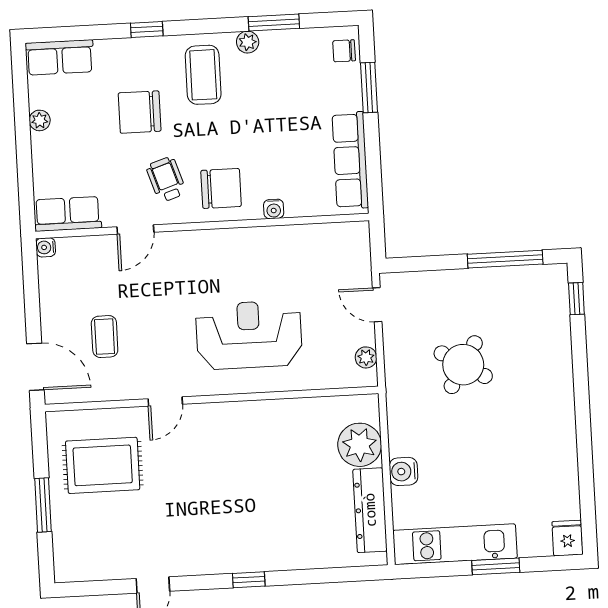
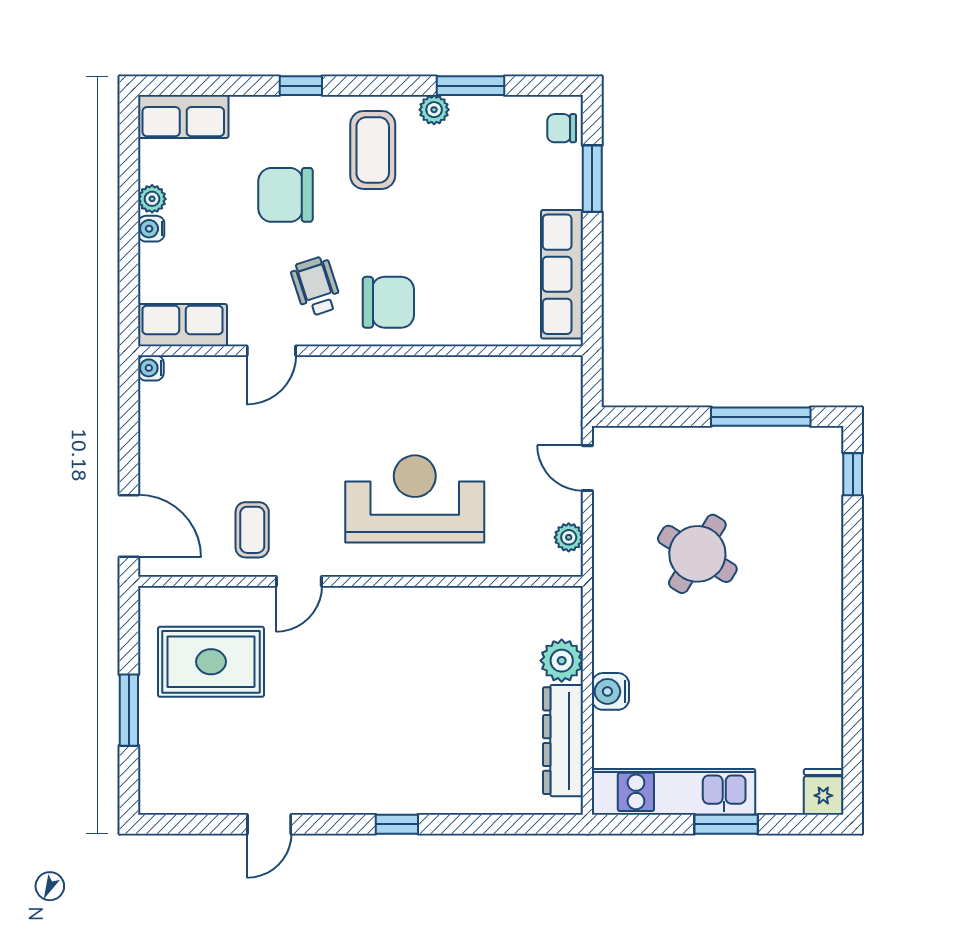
water cooler: (274, 209) -> (151, 229), moved, turned 90
coffee table: (105, 337) -> (252, 530), moved
plant: (360, 445) -> (562, 661), width x0.73, depth x0.73

